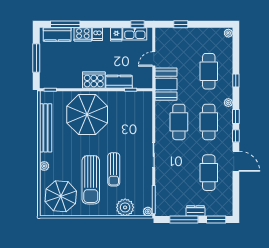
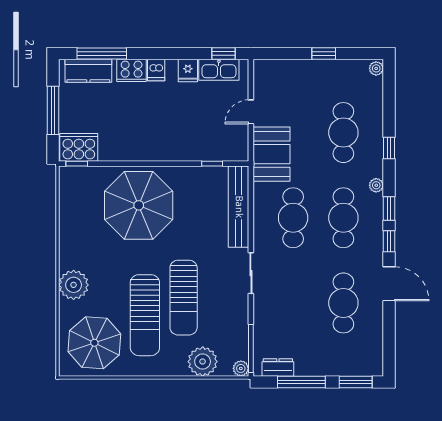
window: (181, 24) -> (324, 54), moved
cooker: (94, 80) -> (79, 147), moved
kitchen counter: (119, 82) -> (192, 150), removed
bench: (46, 128) -> (239, 207), moved
plant: (44, 166) -> (74, 285), width x1.87, depth x1.87
sun lounger: (114, 169) -> (184, 298), width x1.36, depth x1.34
dresser: (195, 211) -> (278, 367), moved

